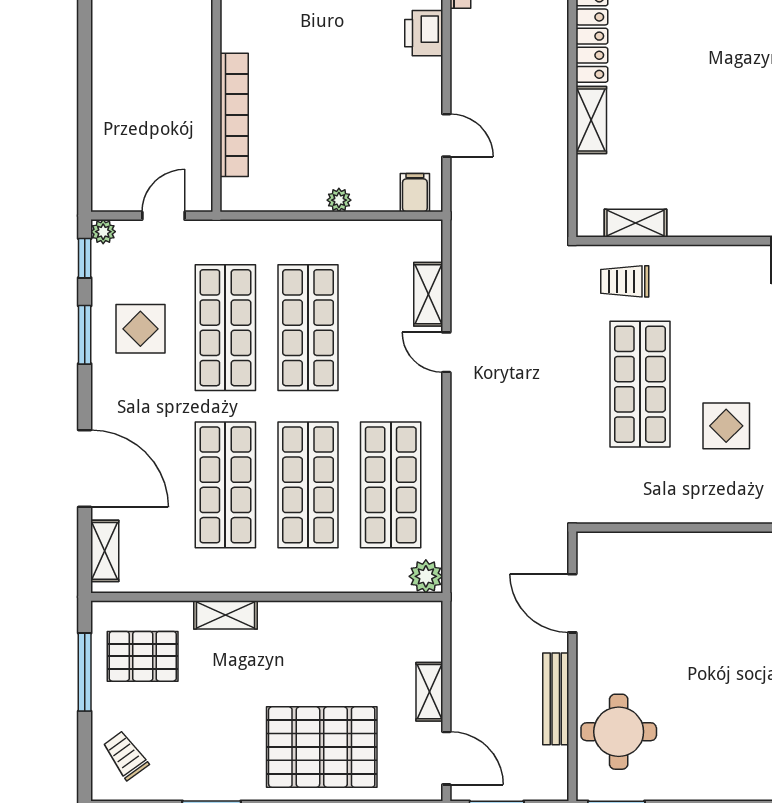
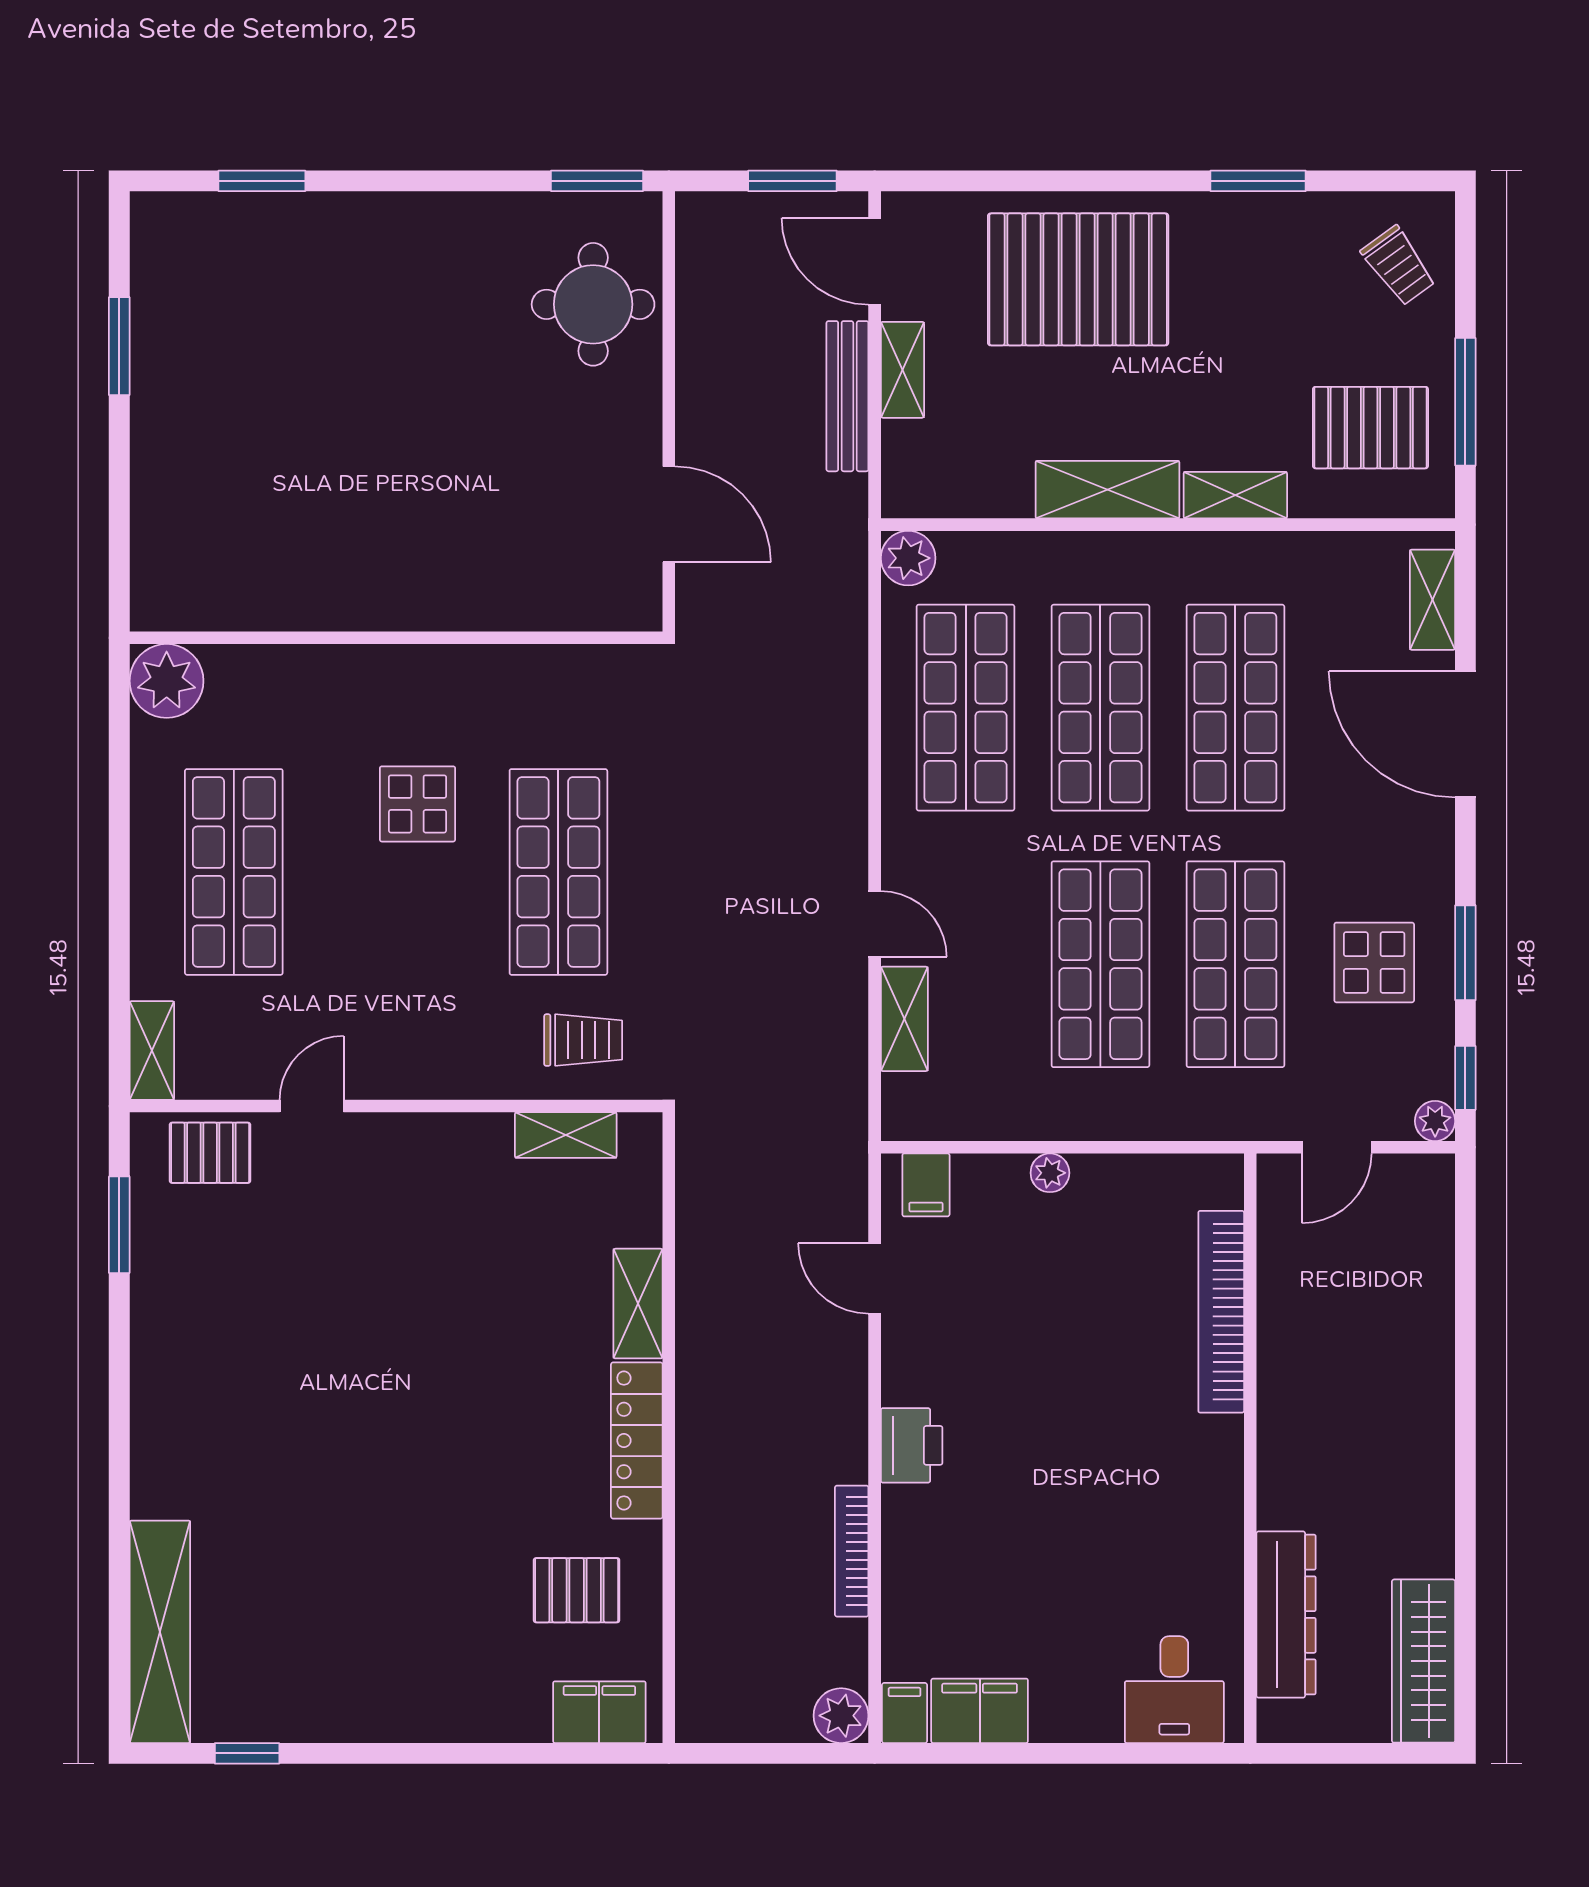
shelving: (304, 618) -> (1107, 490), added
bench: (556, 699) -> (847, 396), moved

